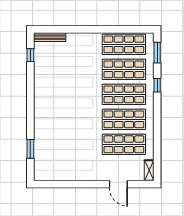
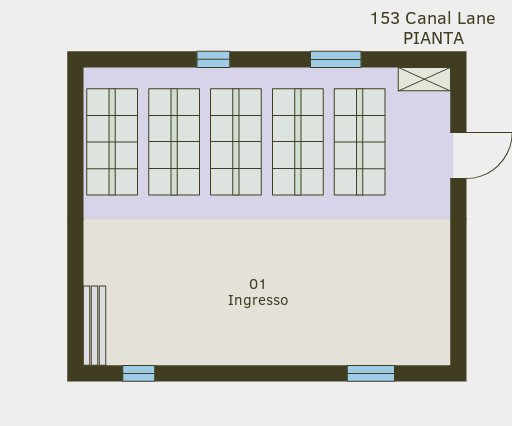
window: (157, 53) -> (336, 59), moved

